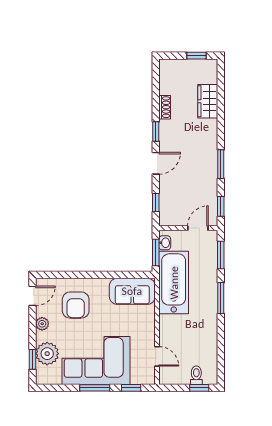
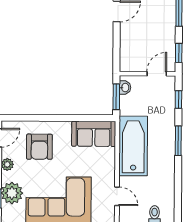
window: (156, 202) -> (117, 49), removed
window: (221, 255) -> (178, 100), width x0.67
bathtub: (174, 283) -> (133, 146), moved

